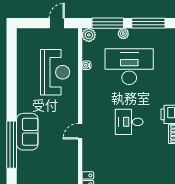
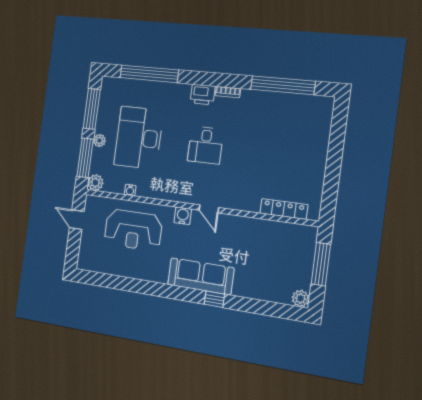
reception desk: (55, 72) -> (133, 230), turned 180
water cooler: (72, 111) -> (183, 216), added
sofa: (27, 132) -> (201, 276), width x1.36
window: (12, 145) -> (214, 299), width x0.32

